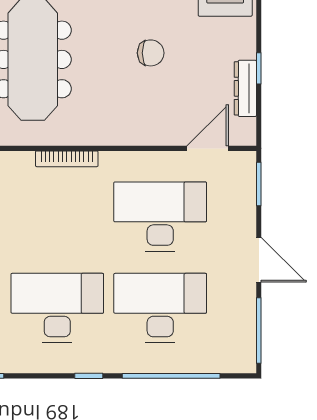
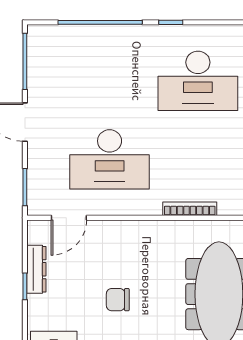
desk: (160, 308) -> (110, 81), removed

